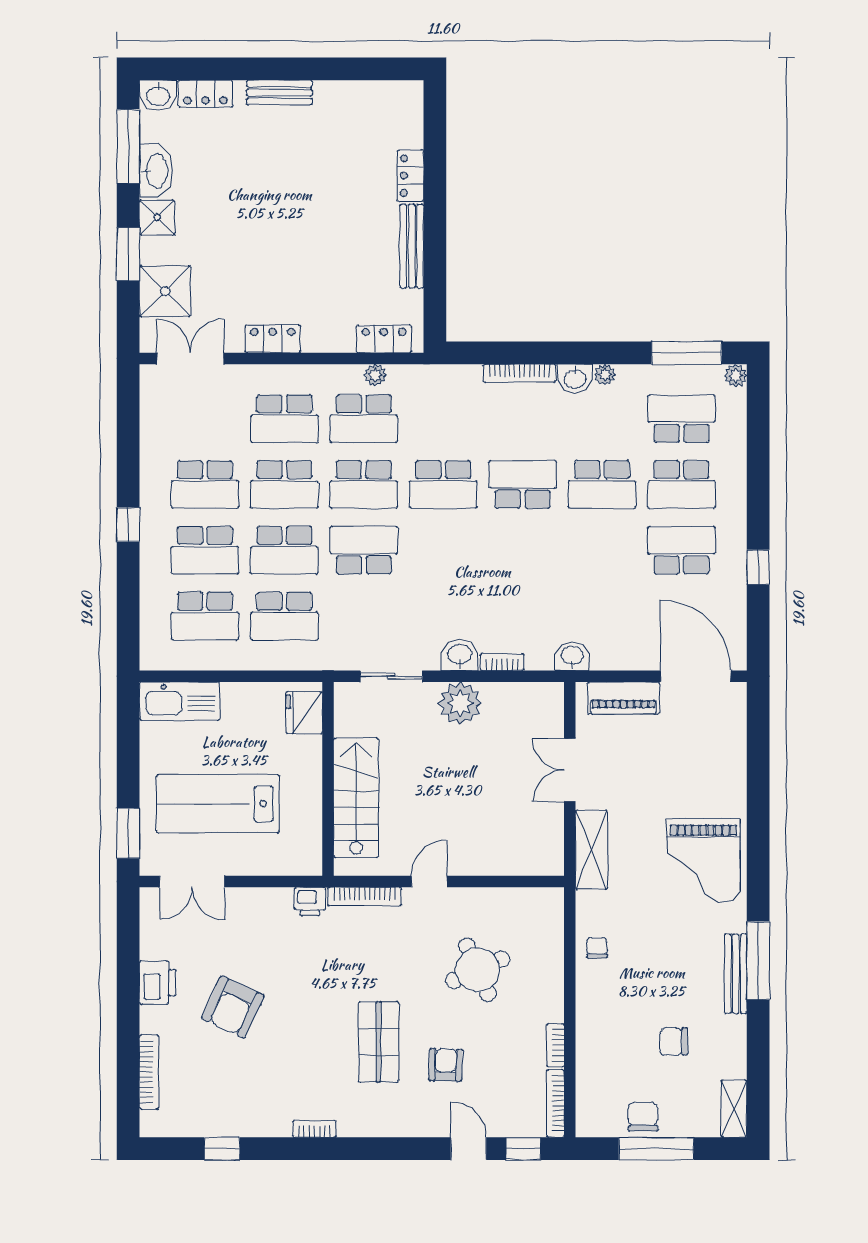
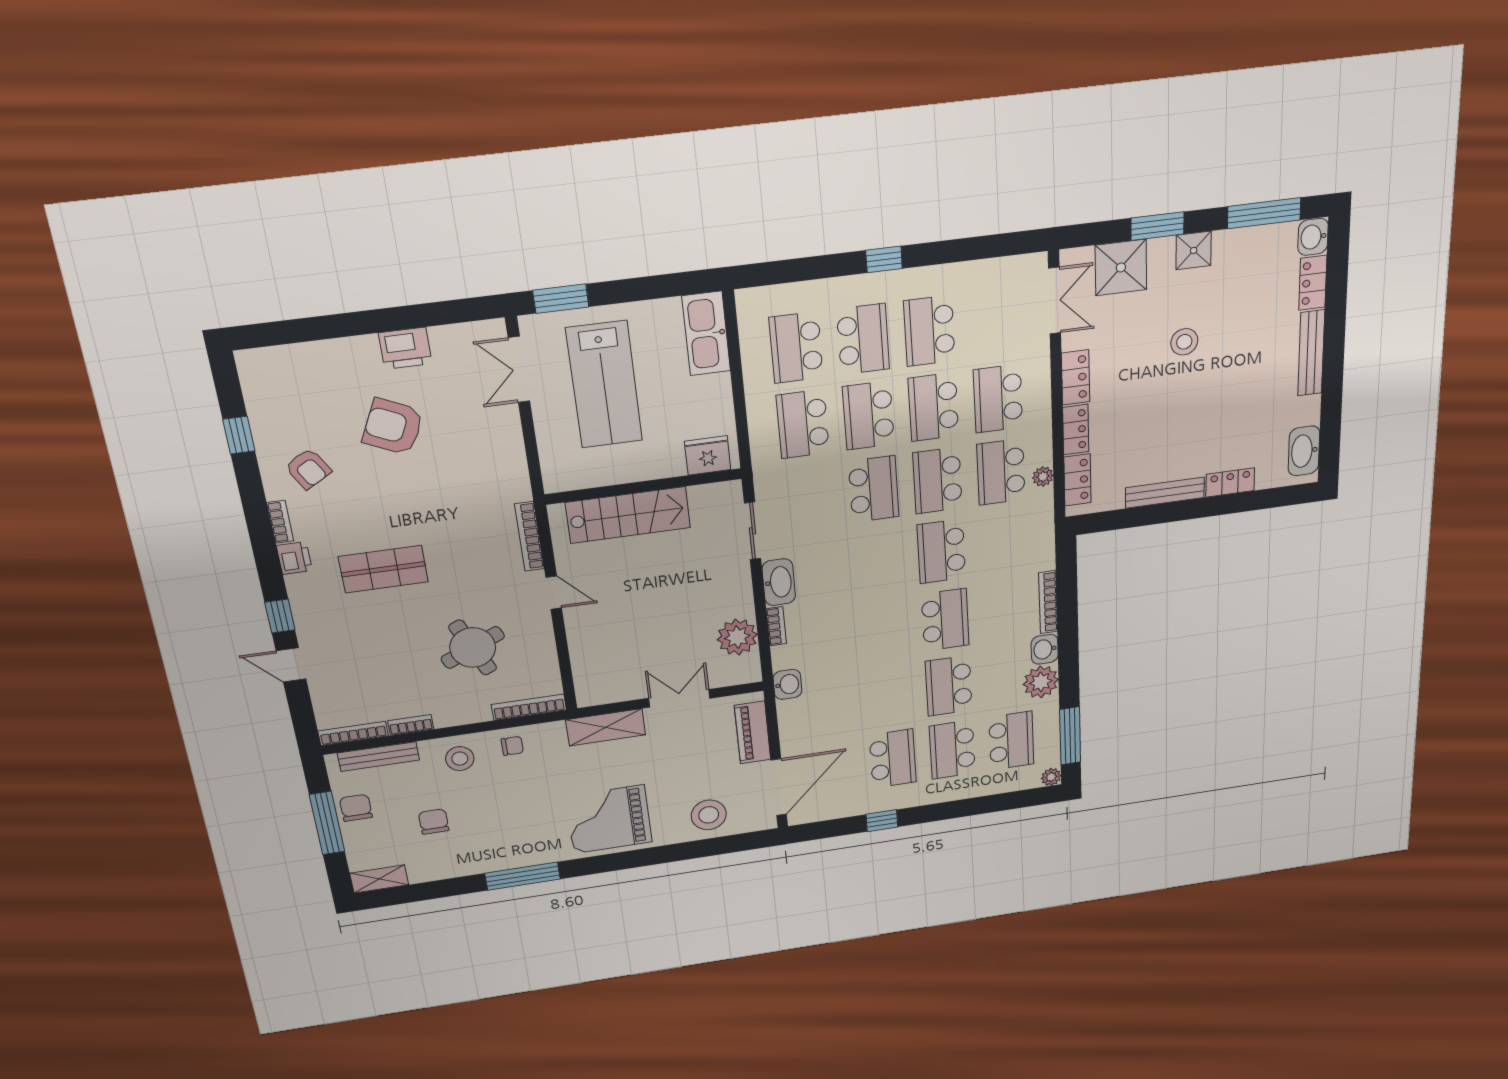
bench: (279, 93) -> (1311, 353), width x1.36
washbasin: (156, 171) -> (1304, 451), moved, turned 90
stool: (250, 226) -> (1184, 342), added
locker: (329, 340) -> (1076, 430), added
plant: (605, 375) -> (1041, 682), width x1.88, depth x1.88
school desk: (205, 550) -> (863, 339), turned 180
washbasin: (460, 655) -> (779, 582), width x1.38
plant: (460, 703) -> (737, 637), moved
stool: (717, 755) -> (709, 815), added
lab bench: (218, 804) -> (604, 385), turned 180
printer: (310, 901) -> (294, 558), moved, turned 180
bench: (736, 974) -> (379, 757), moved
stool: (603, 1003) -> (460, 759), added
armchair: (446, 1065) -> (308, 469), moved, turned 58
bookcase: (149, 1072) -> (529, 707), moved, turned 180
chair: (643, 1117) -> (356, 808), turned -90
door: (468, 1149) -> (291, 665), swing flipped
window: (523, 1149) -> (280, 616), moved

